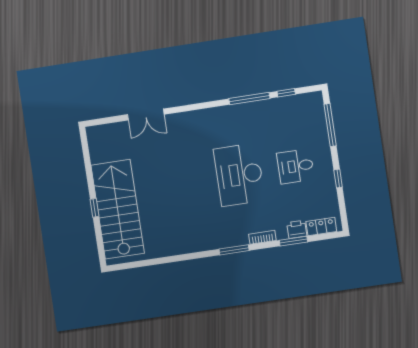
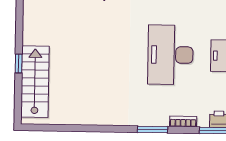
stairs: (118, 209) -> (35, 82), width x0.73, depth x0.66

